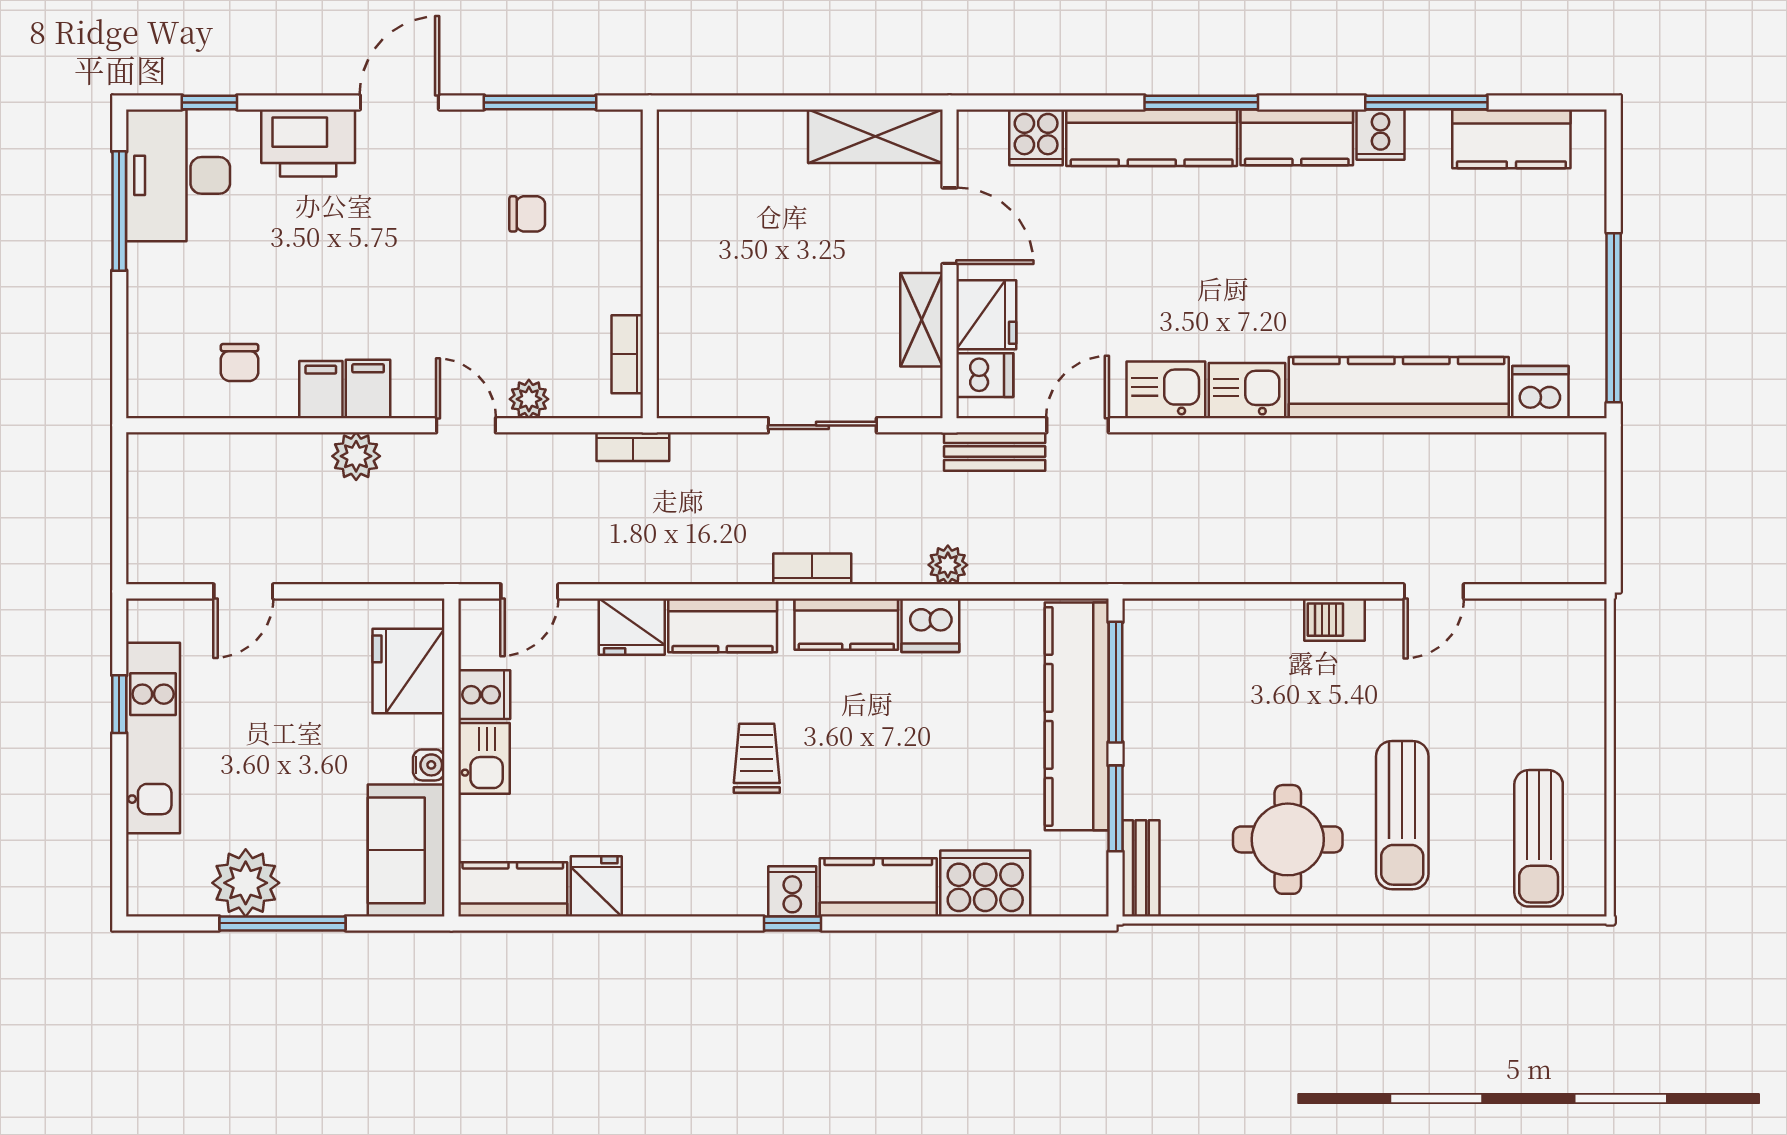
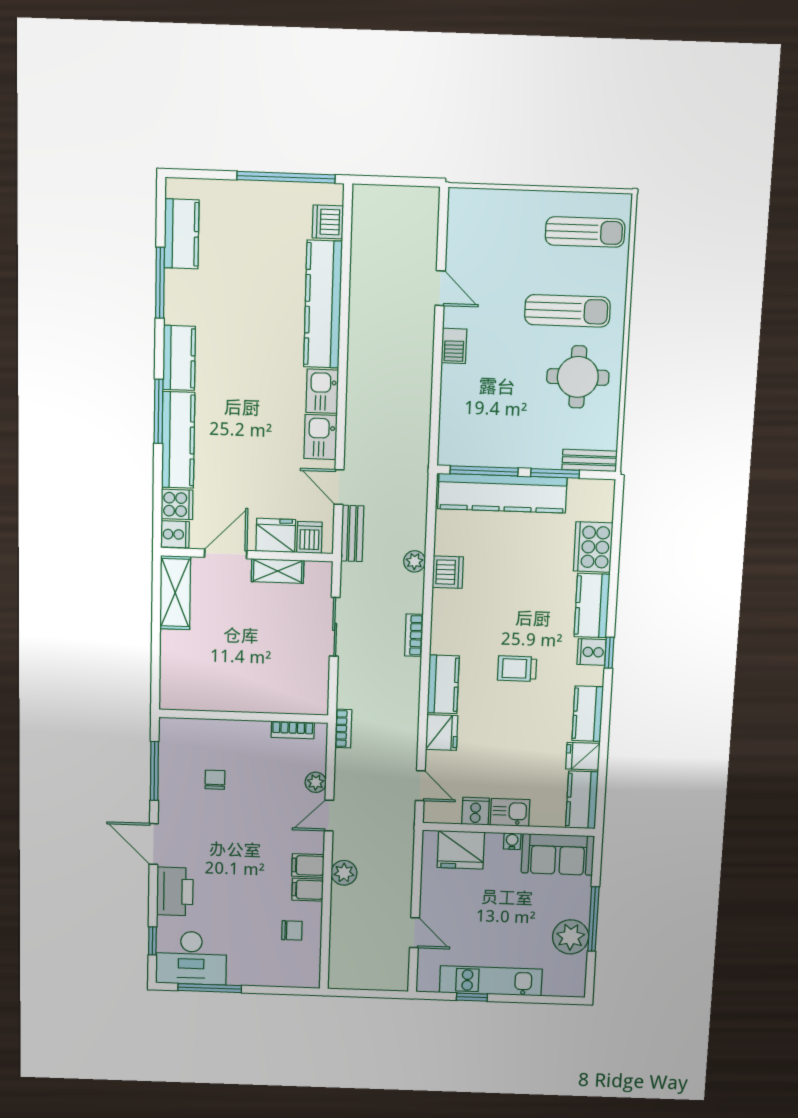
cooker: (1380, 135) -> (175, 534), moved
kitchen counter: (846, 624) -> (588, 714), moved, turned 180

